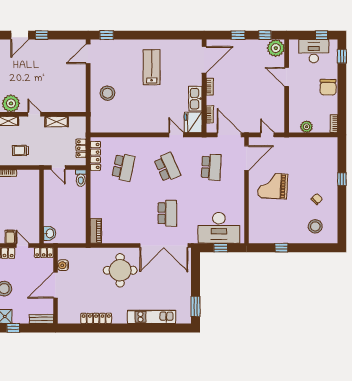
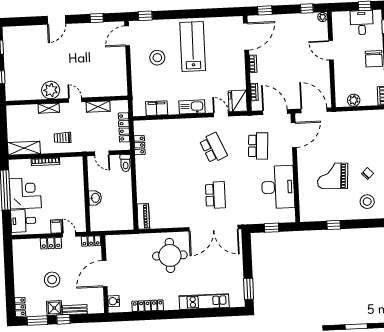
window: (42, 35) -> (97, 18), moved
window: (238, 35) -> (265, 10), moved
plant: (276, 48) -> (323, 17), width x0.53, depth x0.53
desk: (314, 51) -> (362, 22), width x0.73
lab bench: (152, 67) -> (193, 47), width x1.36, depth x1.39
stool: (107, 93) -> (157, 58), moved
kitchen sink: (195, 99) -> (192, 107), moved, turned 90
filing cabinet: (114, 126) -> (157, 108), added
door: (267, 135) -> (314, 110), width x1.87
locker: (81, 148) -> (124, 127), width x1.53
locker: (95, 156) -> (139, 145), width x0.66
school desk: (123, 167) -> (168, 150), removed
grand piano: (273, 186) -> (333, 176), moved
desk: (219, 228) -> (278, 187), moved, turned -90
washbasin: (50, 233) -> (95, 198), moved
water cooler: (63, 265) -> (114, 301), moved
bench: (41, 319) -> (75, 310), moved

